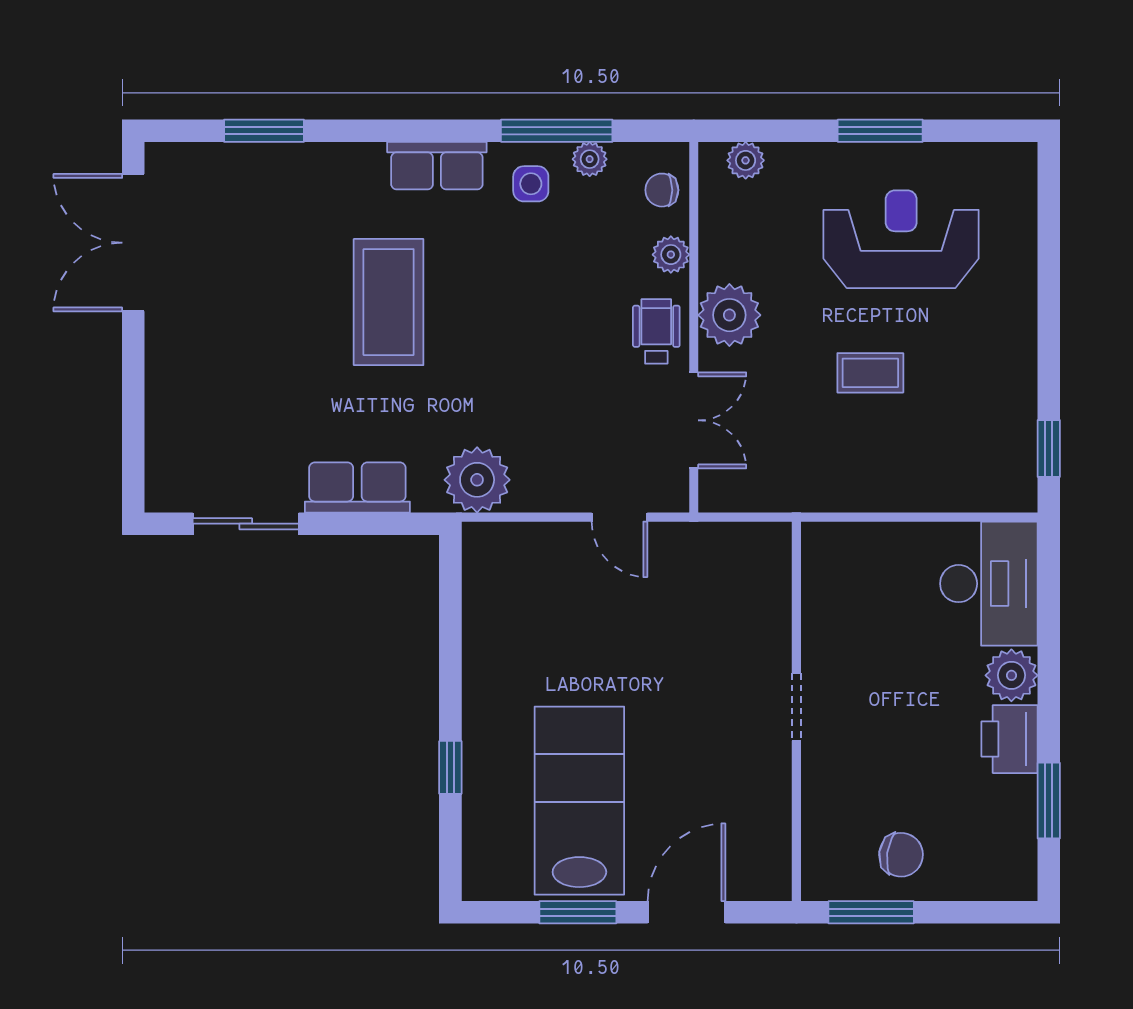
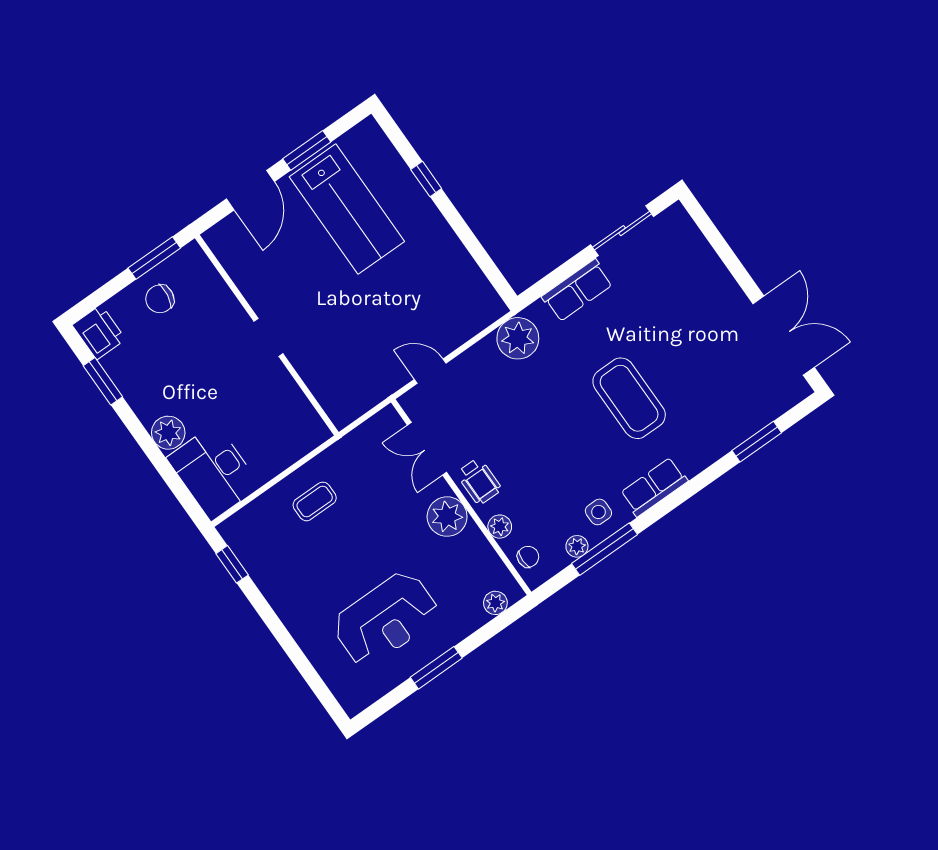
coffee table: (870, 373) -> (315, 501), moved
printer: (1009, 739) -> (99, 332), moved

